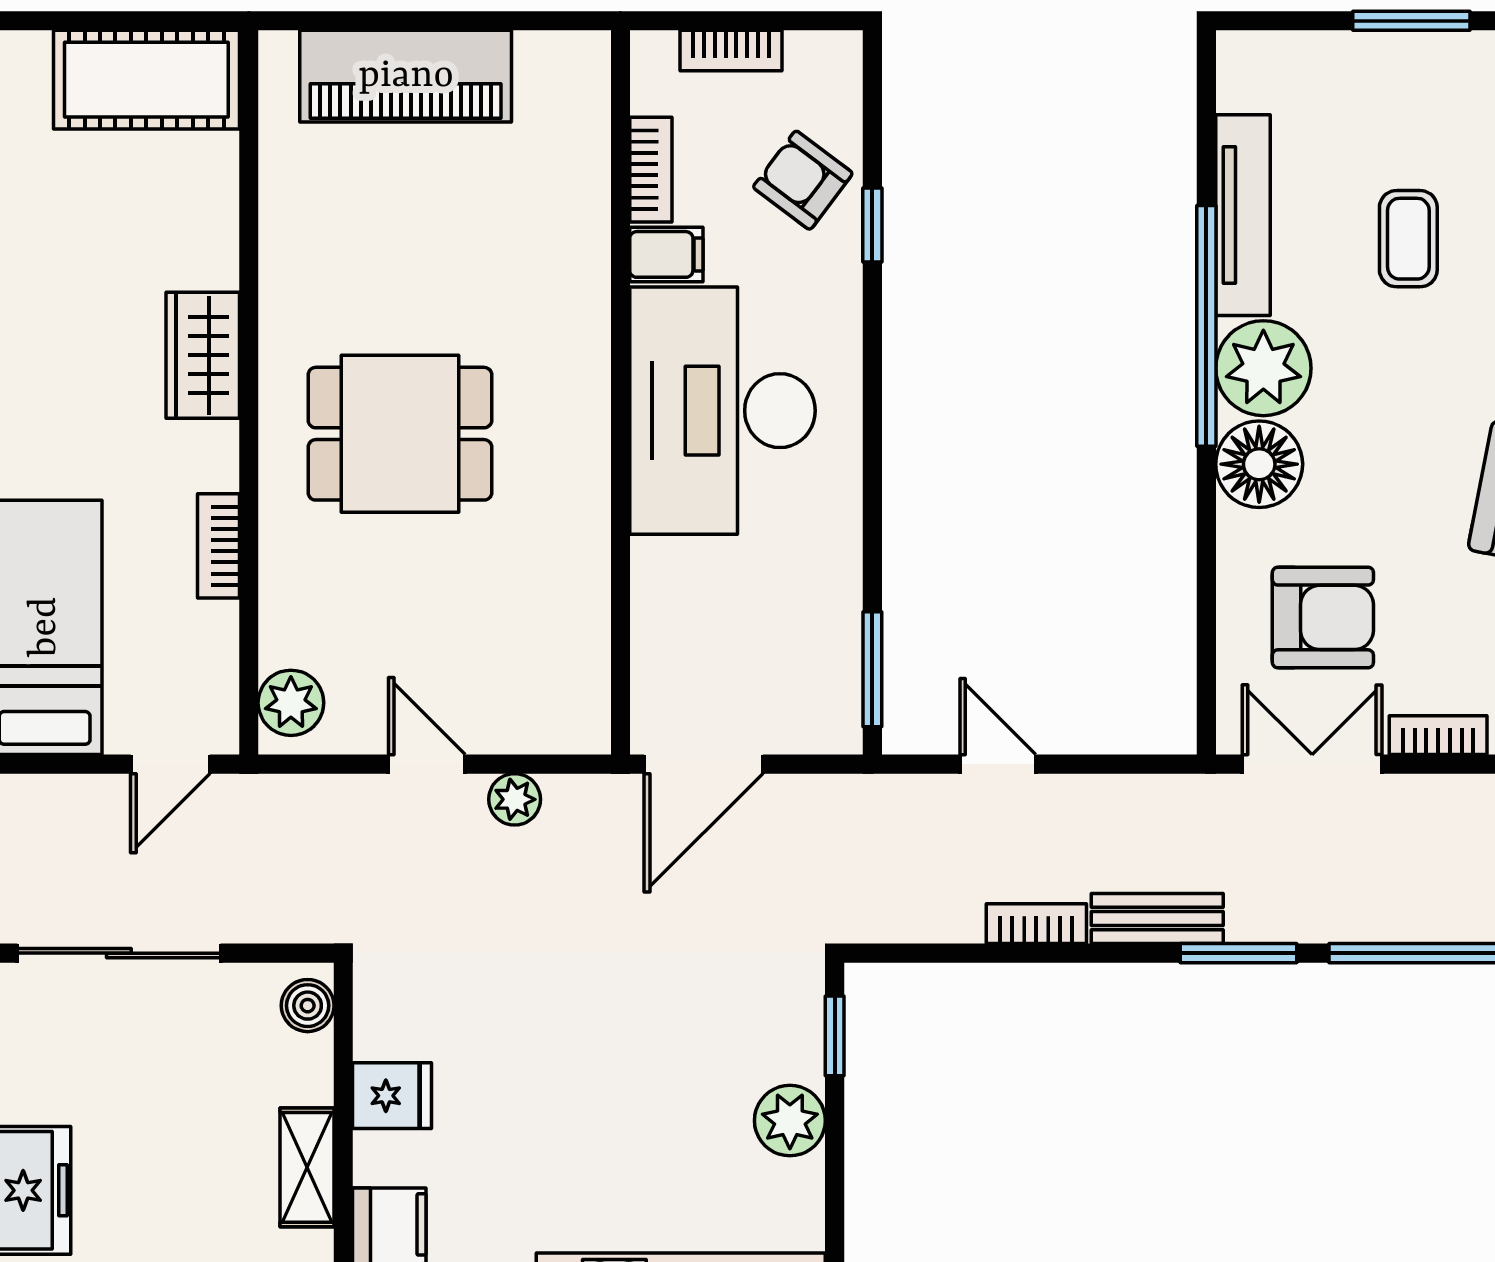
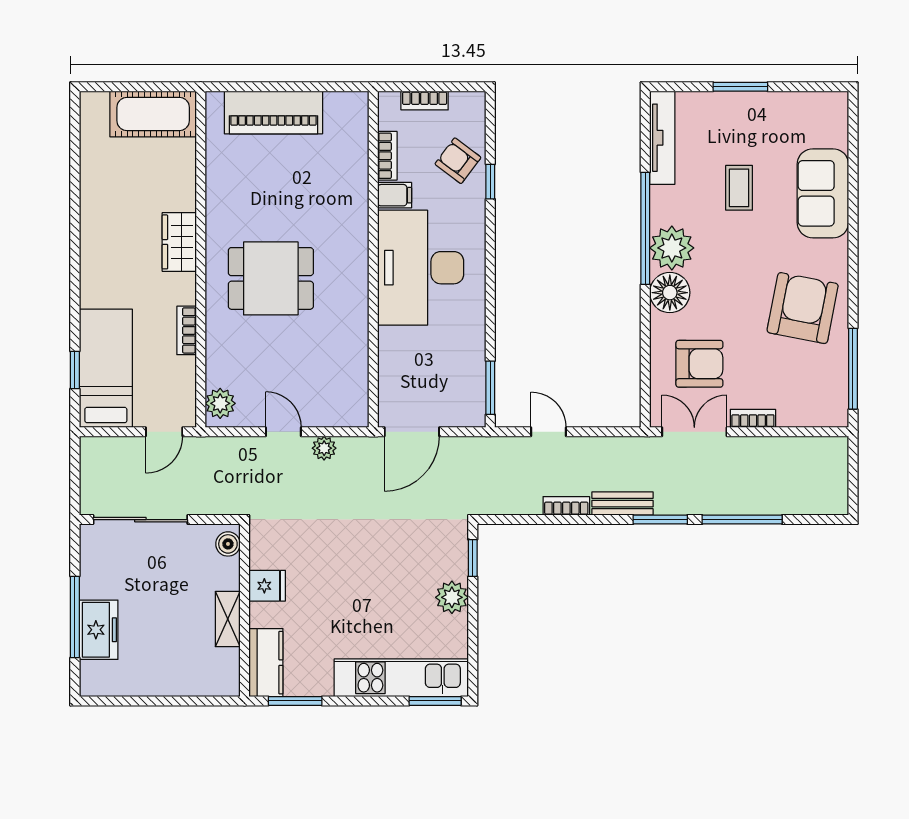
tv unit: (1243, 215) -> (662, 138), moved

